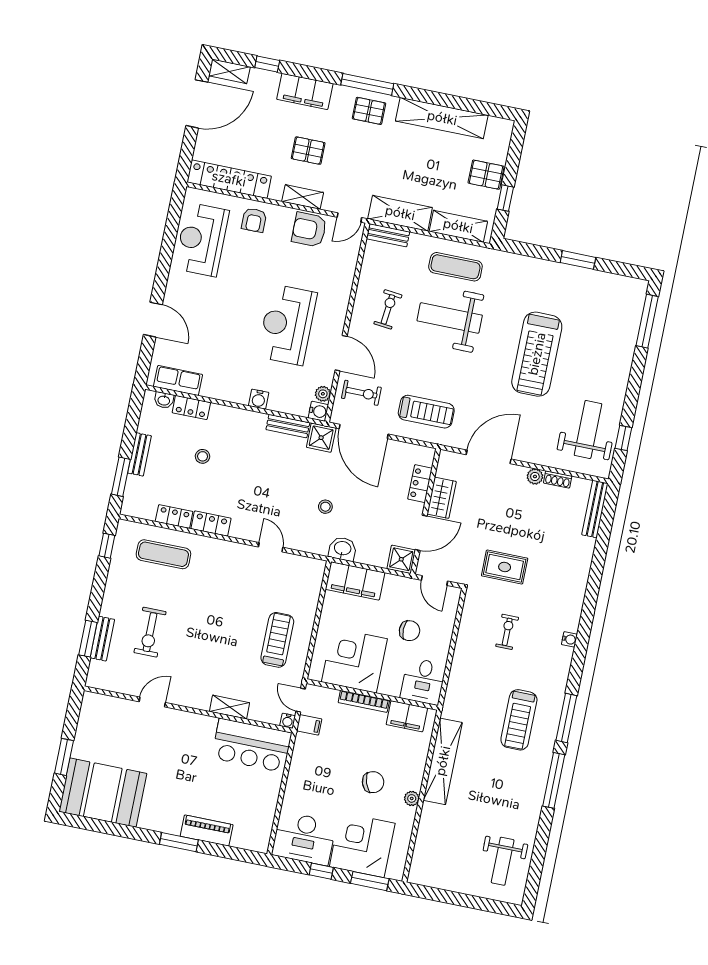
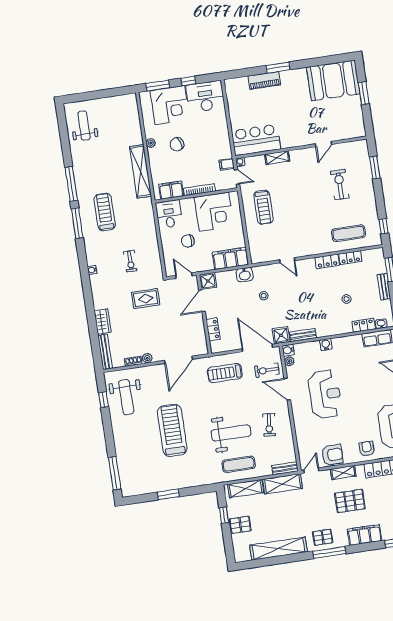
pallet: (308, 151) -> (350, 501), width x1.50, depth x1.42
wardrobe: (442, 498) -> (103, 322), moved, turned 180
bench: (102, 639) -> (366, 171), removed

